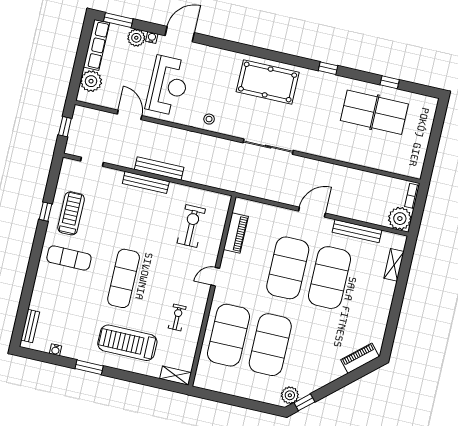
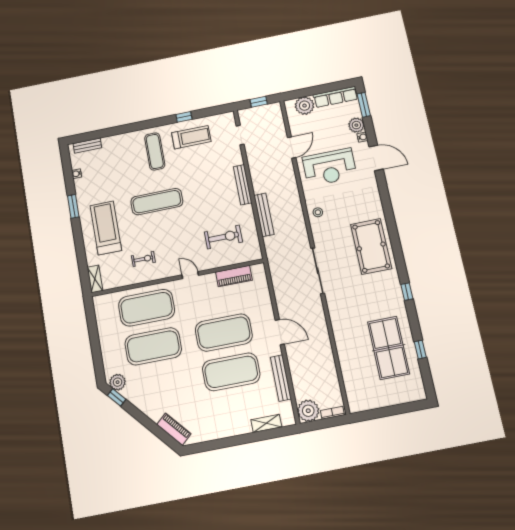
bench: (159, 168) -> (264, 215), moved

